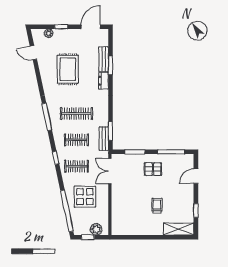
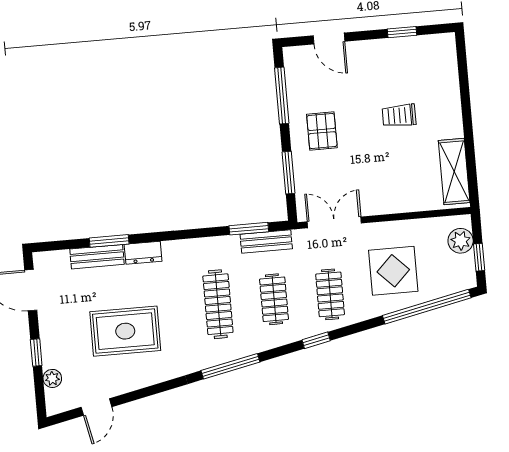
double door: (110, 171) -> (334, 222), swing flipped
shelving: (179, 229) -> (454, 172), moved

